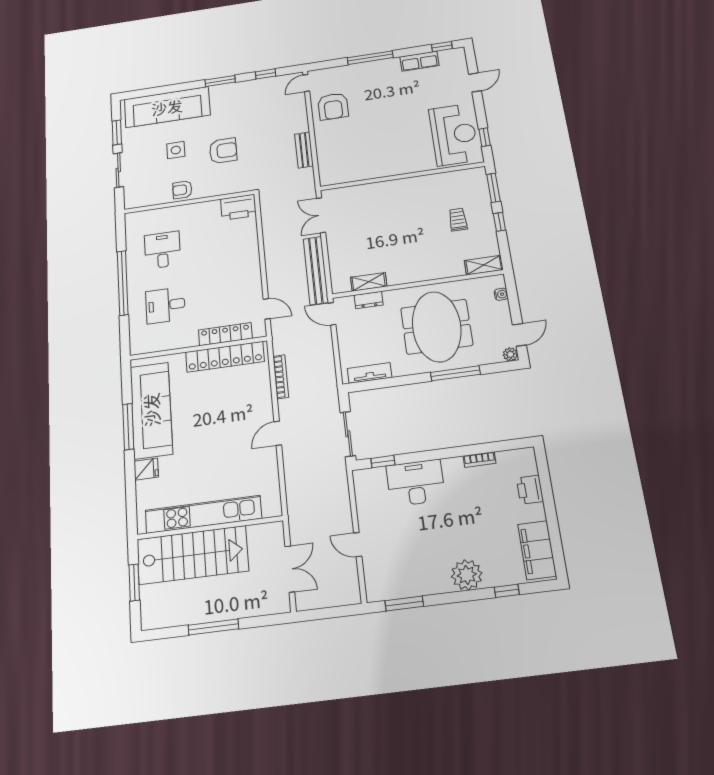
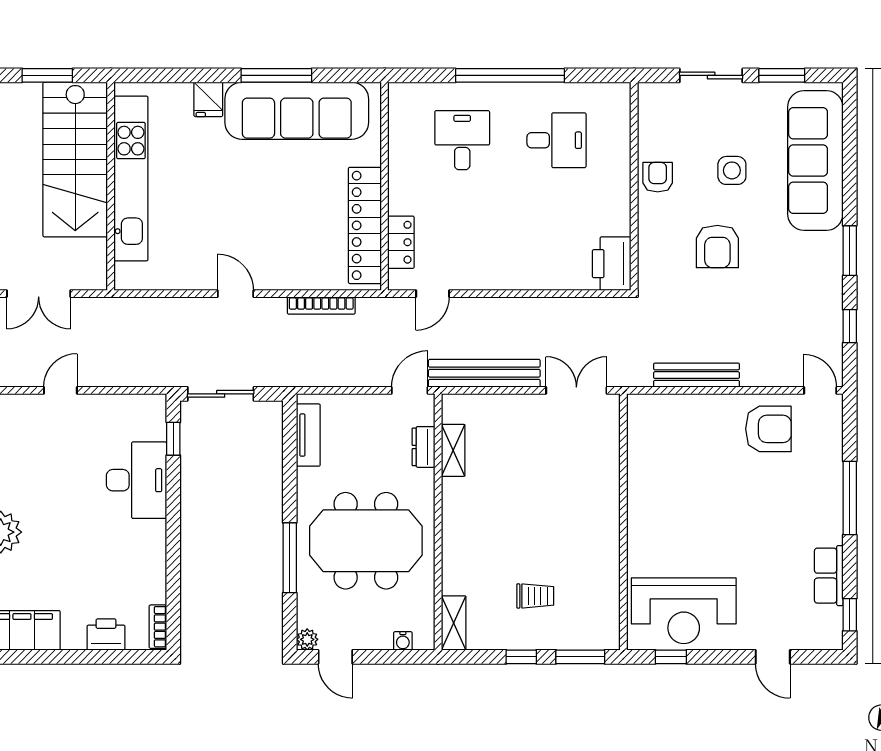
armchair: (333, 106) -> (768, 429), turned 180
bench: (304, 150) -> (696, 375), width x1.36
locker: (225, 334) -> (401, 242), width x0.66
bookcase: (480, 460) -> (158, 627), moved

